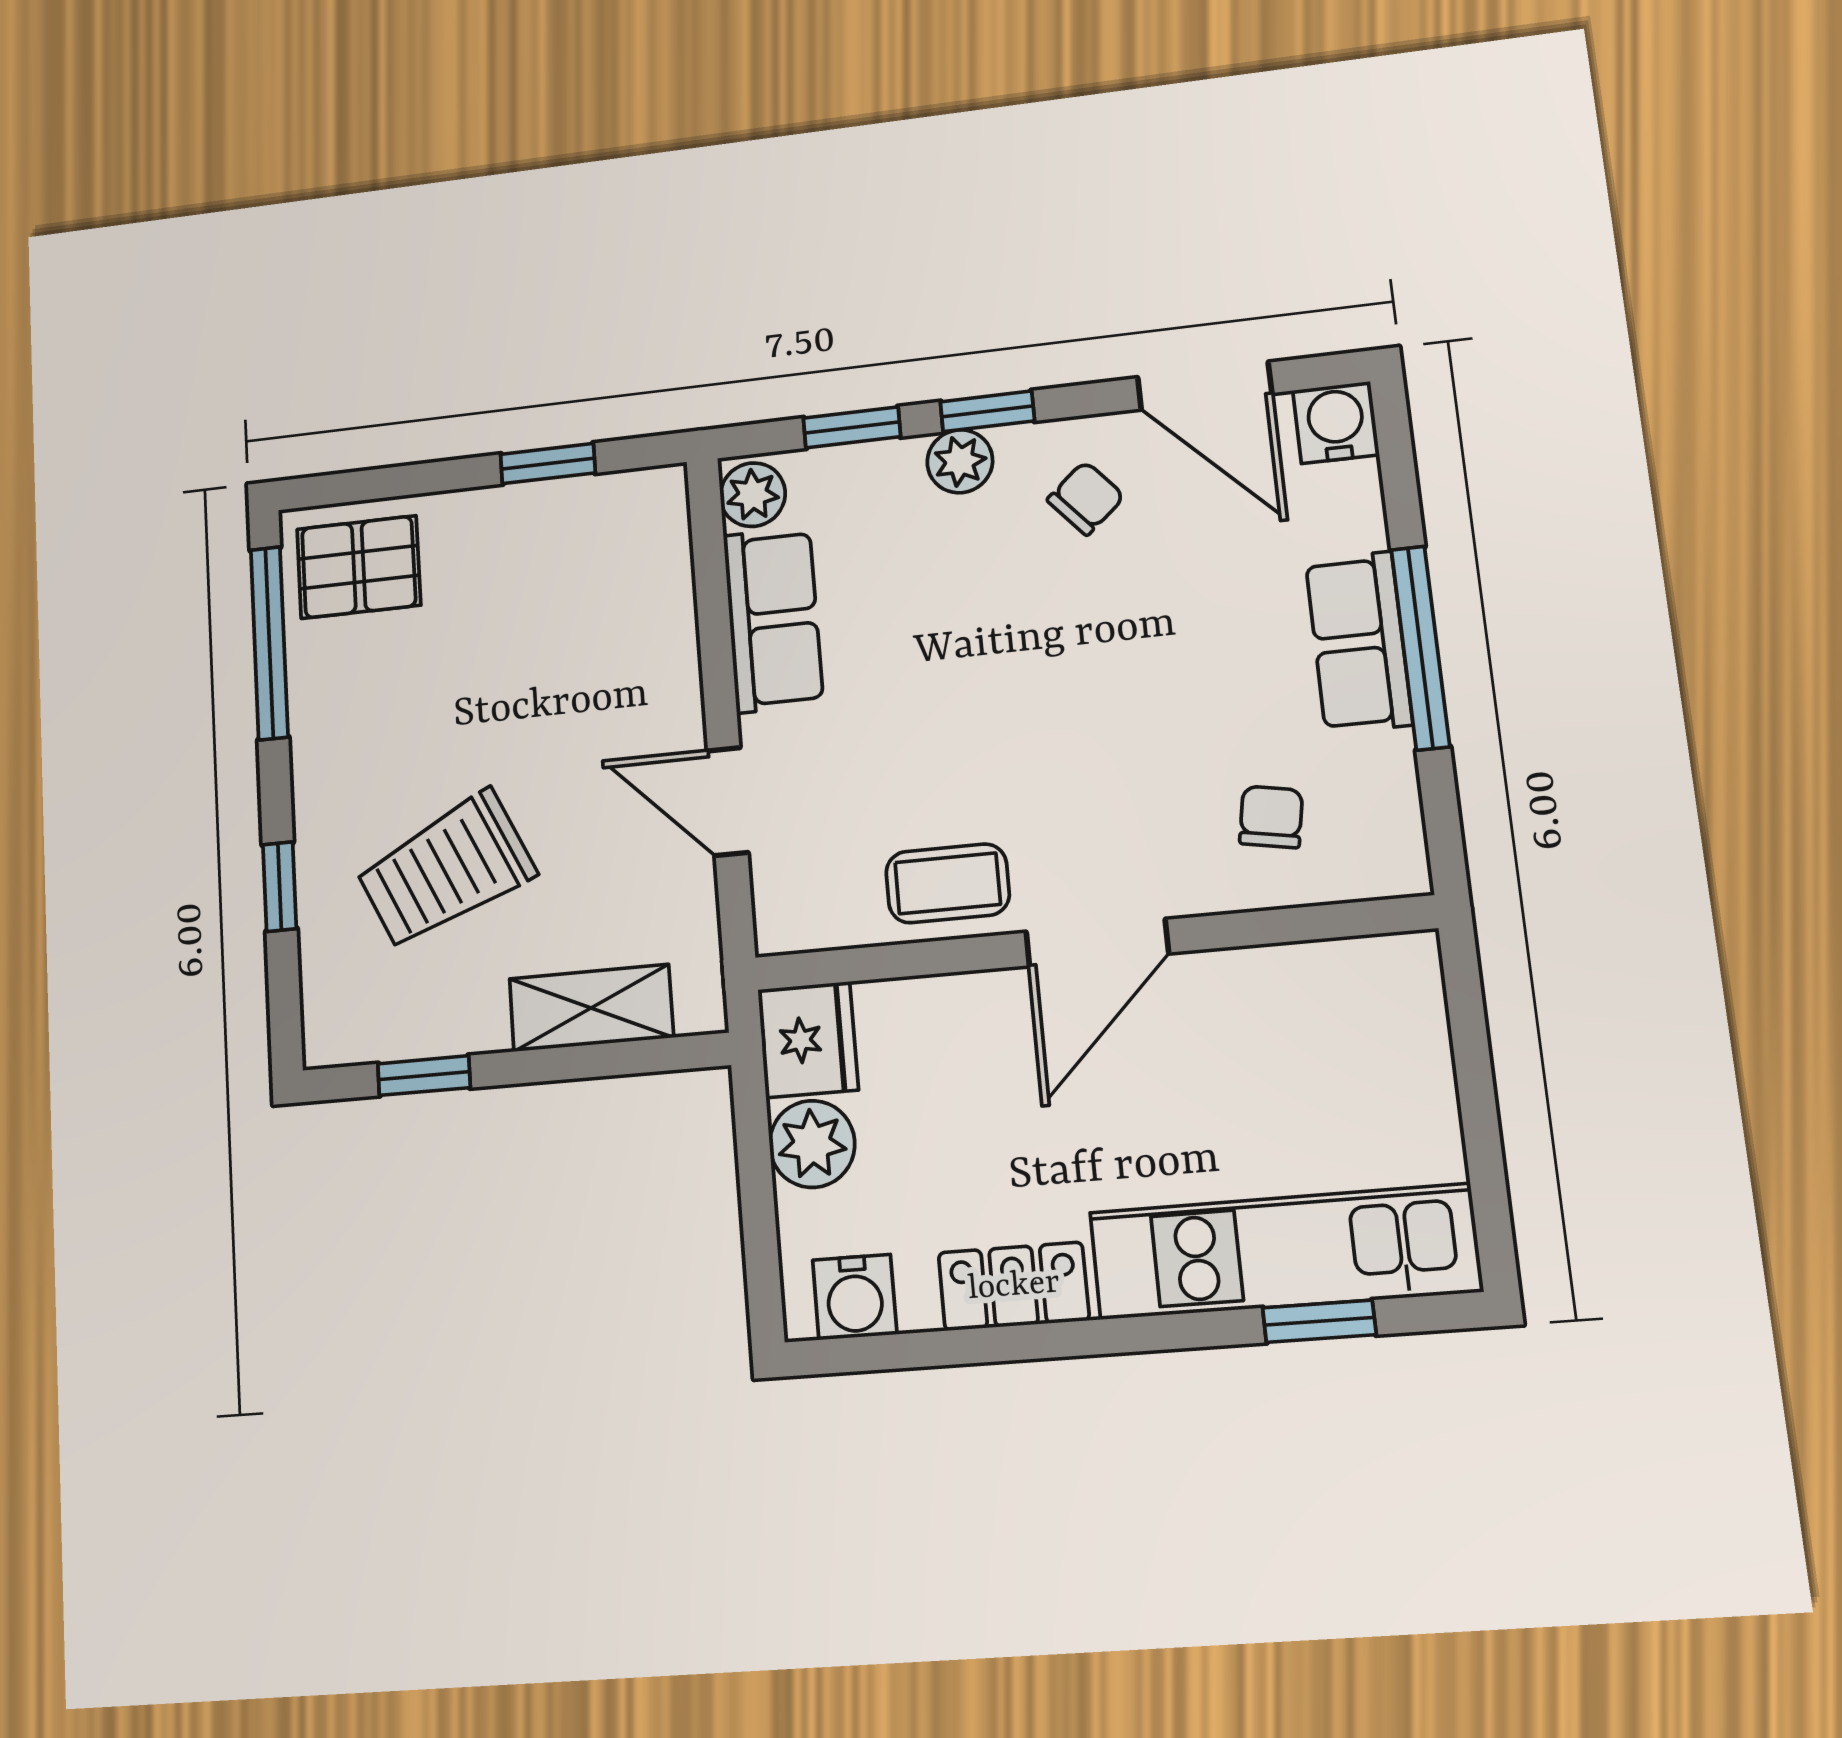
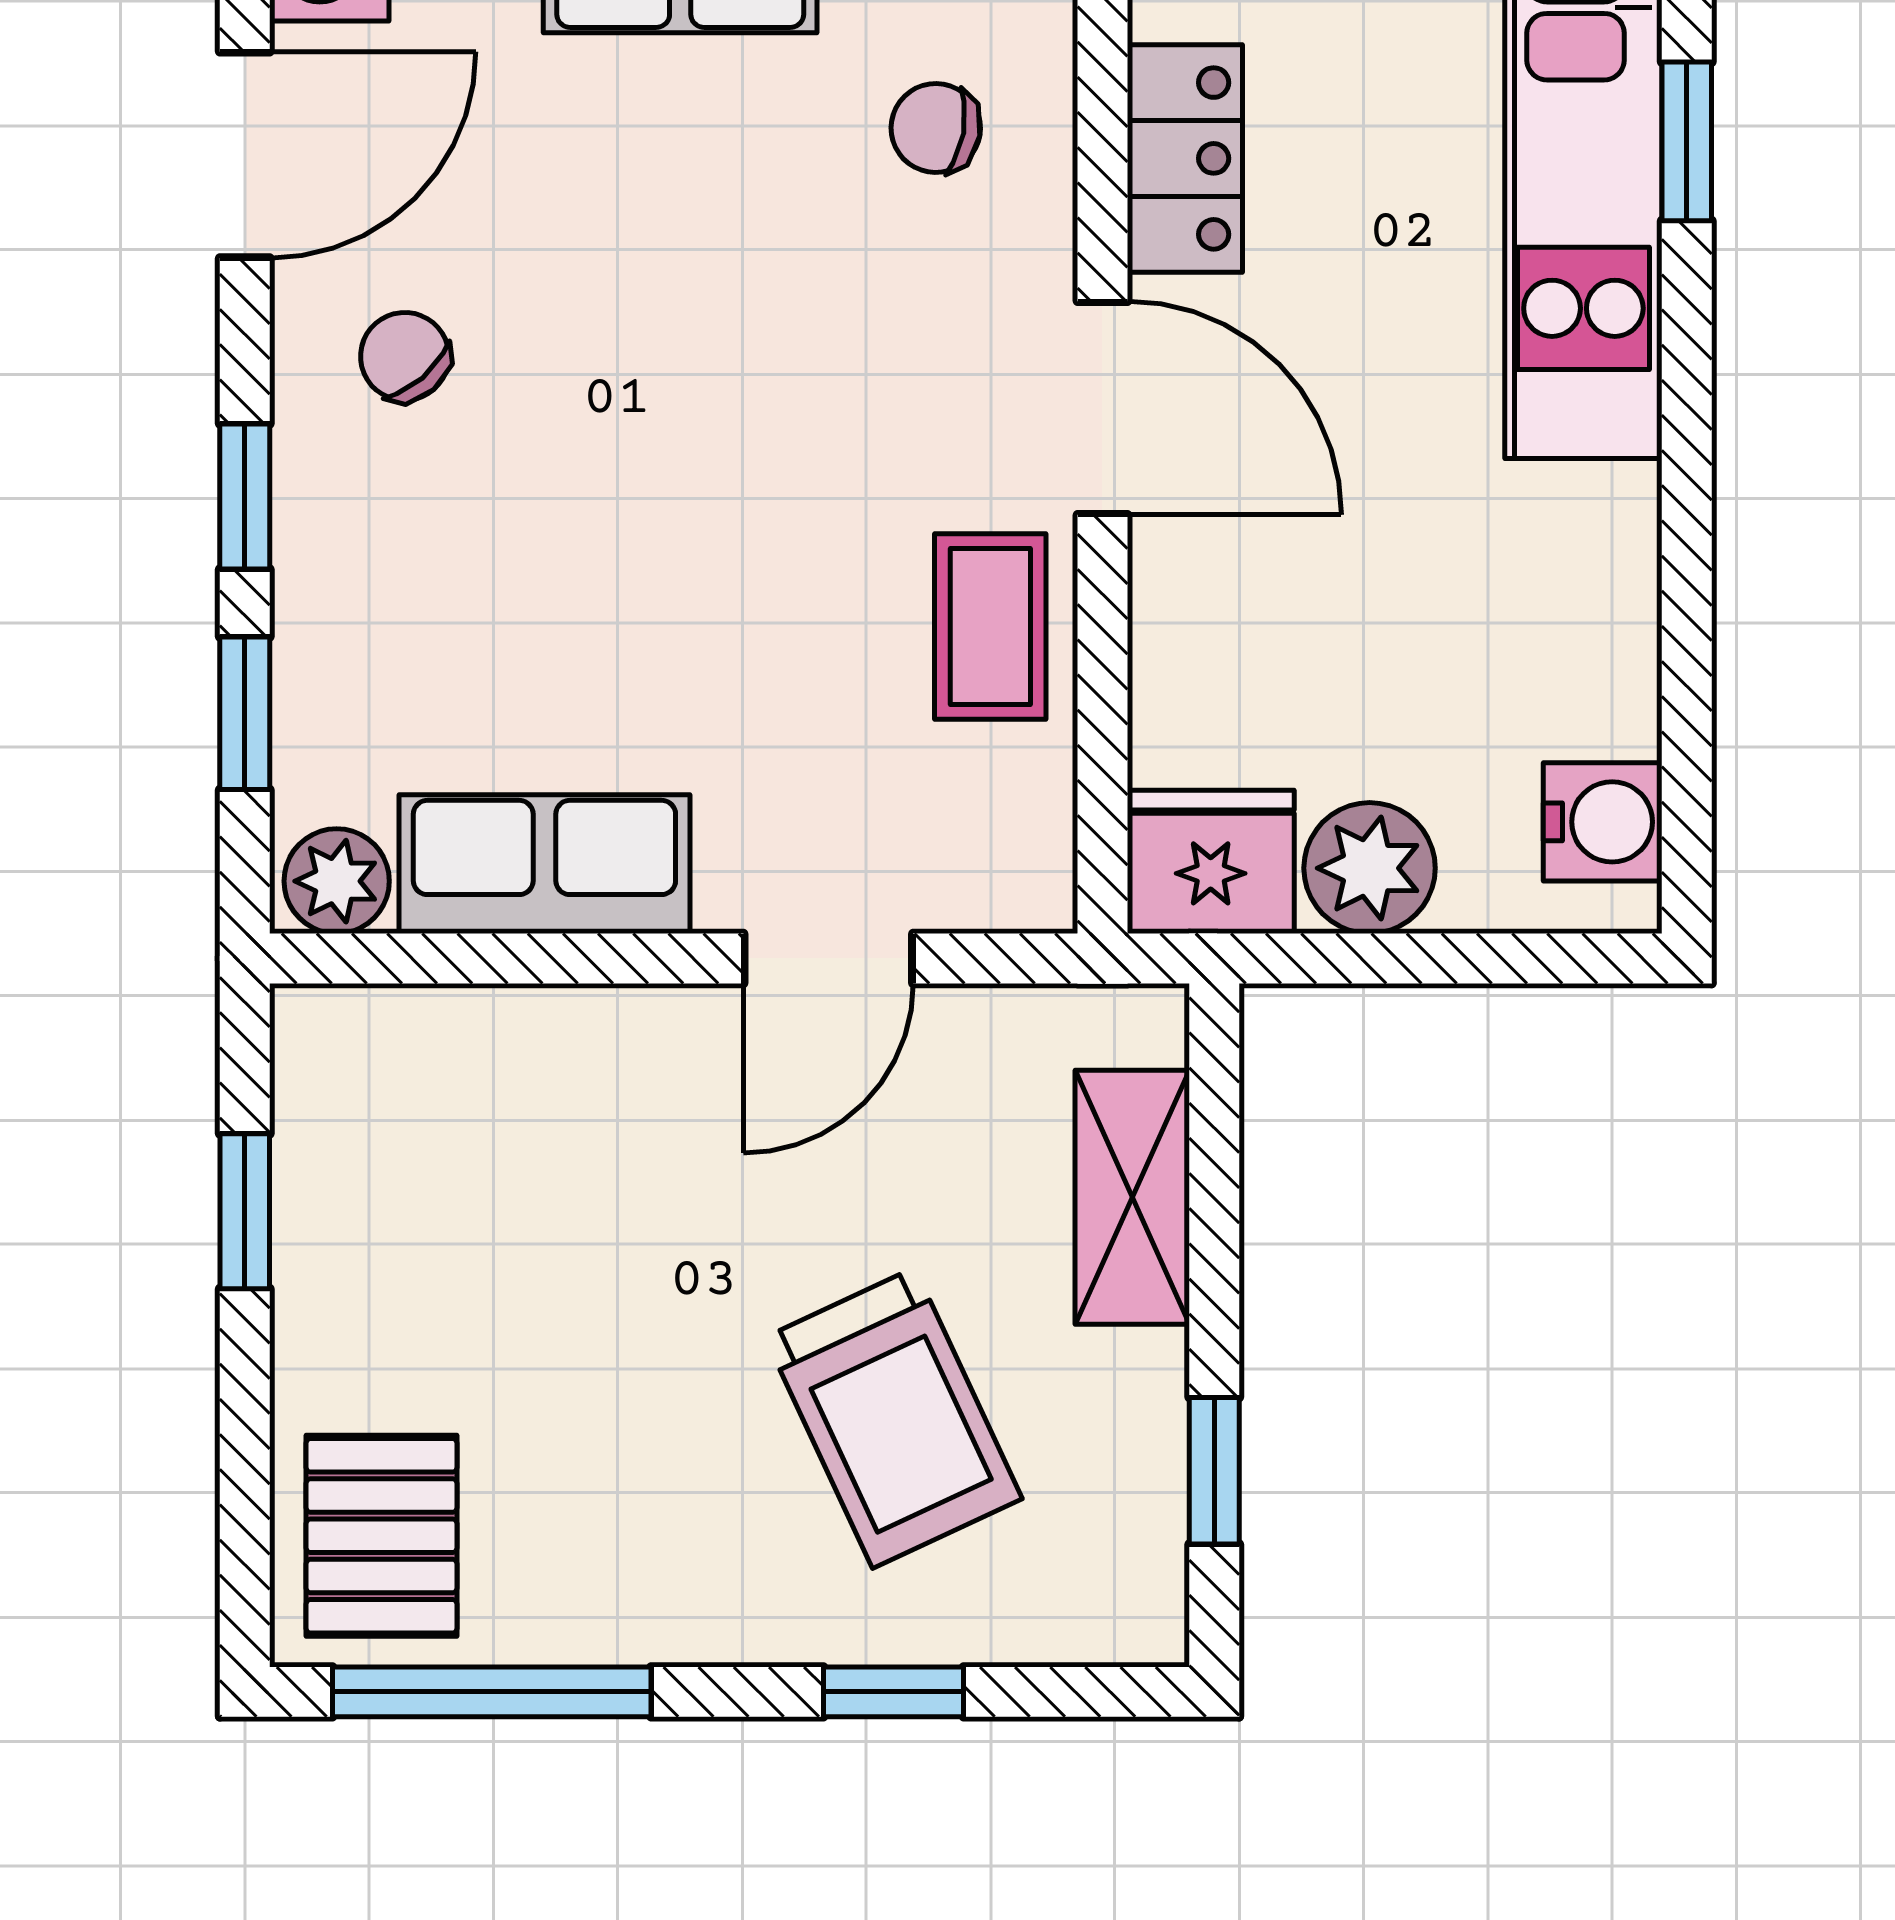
plant: (960, 461) -> (321, 547), removed
locker: (1014, 1286) -> (1185, 158), moved, turned 180

